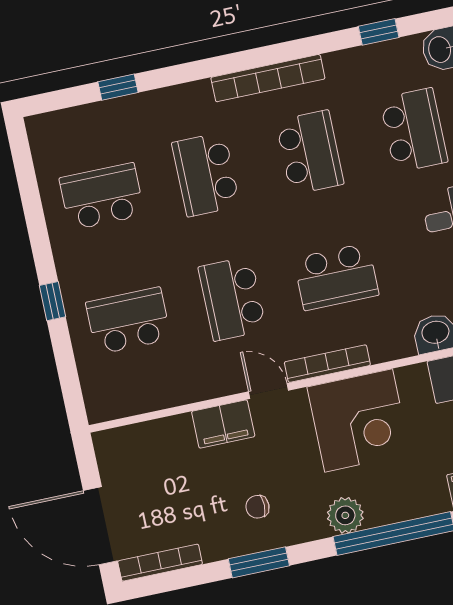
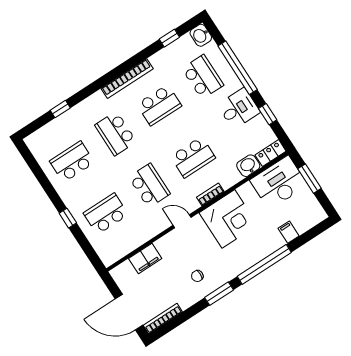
school desk: (310, 152) -> (159, 105), turned 90
school desk: (232, 299) -> (149, 186), turned 180
bookcase: (327, 364) -> (210, 194), width x0.64
filing cabinet: (223, 424) -> (145, 259), moved
plant: (345, 515) -> (239, 265), removed
window: (259, 562) -> (219, 294), moved

